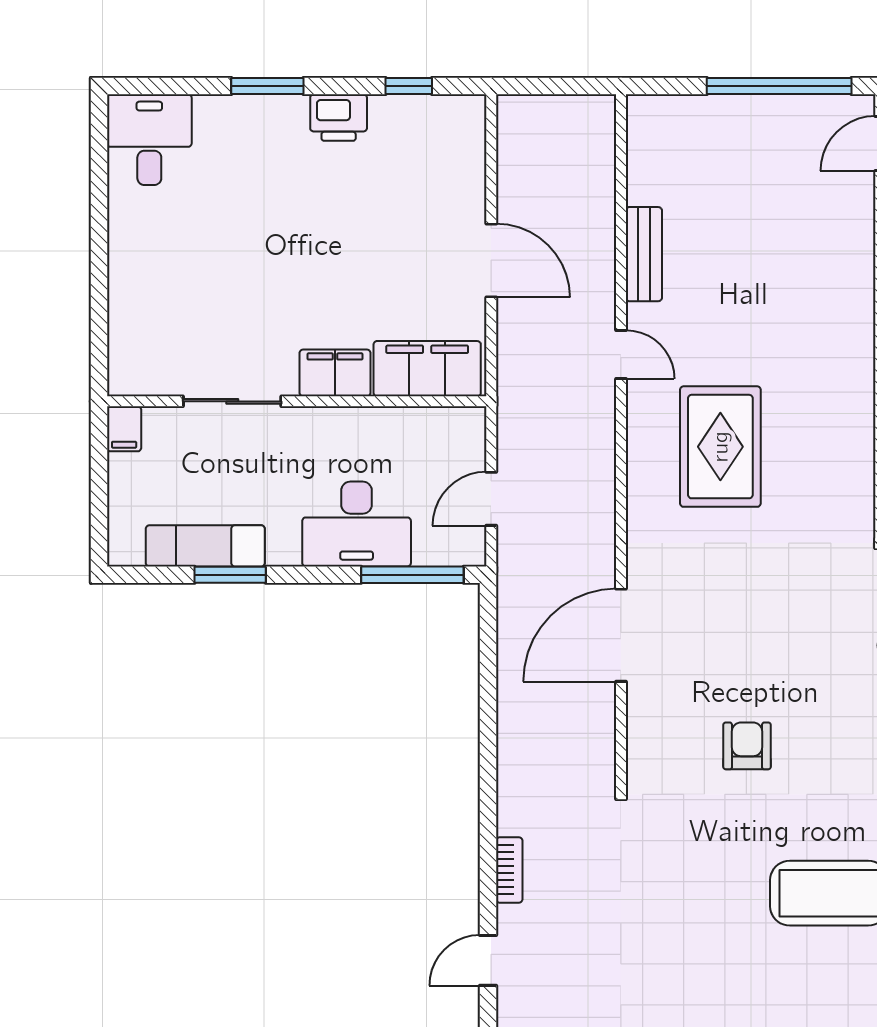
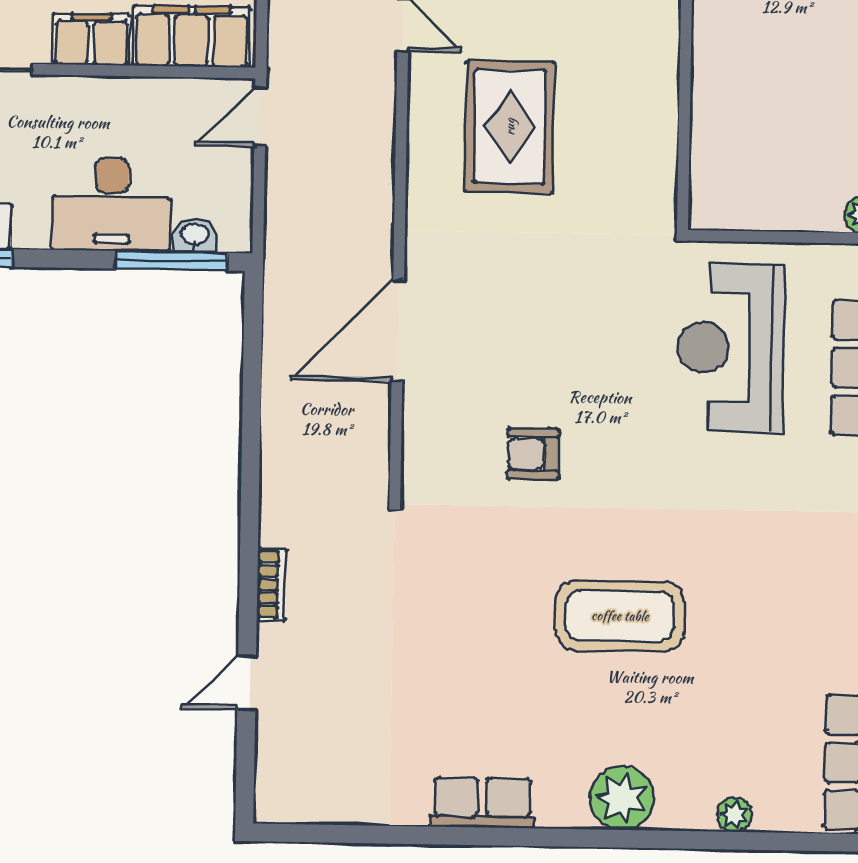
door: (491, 499) -> (260, 117), moved
washbasin: (433, 551) -> (195, 235), added
armchair: (747, 746) -> (533, 454), turned -90

